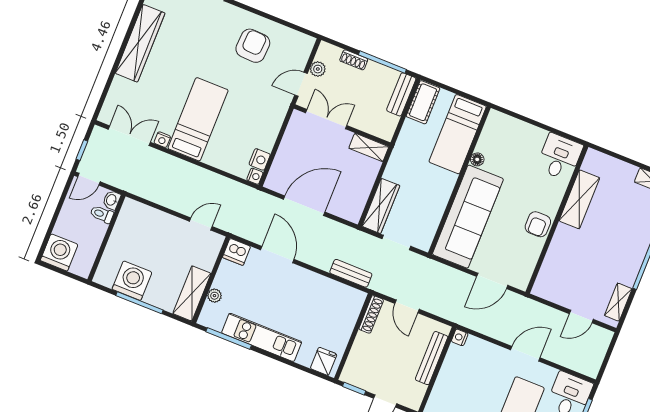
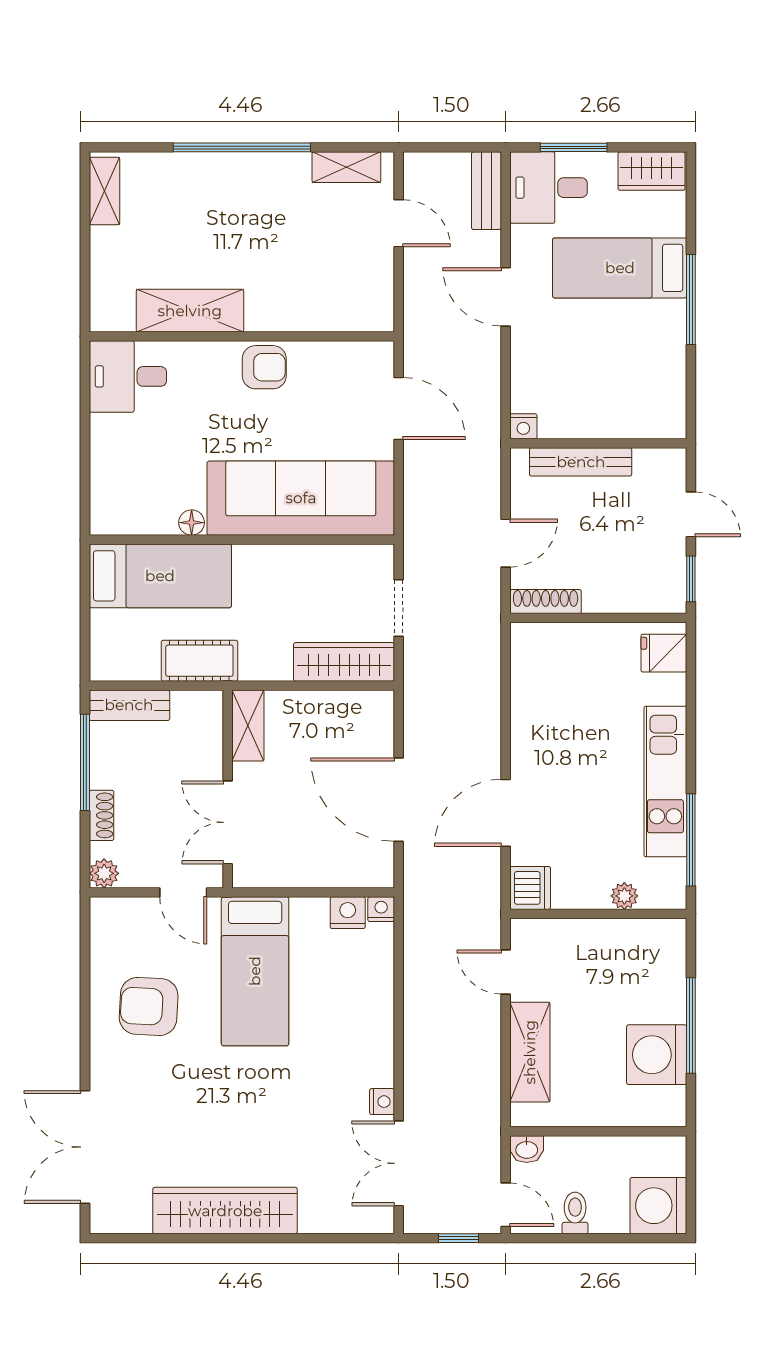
plant: (318, 69) -> (104, 873), moved
cot: (423, 102) -> (199, 661), moved
bed: (198, 119) -> (255, 971), moved, turned -90
toilet: (102, 214) -> (575, 1213), moved, turned 180
bench: (351, 273) -> (486, 191), moved
shelving: (192, 293) -> (530, 1052), moved, turned 90

